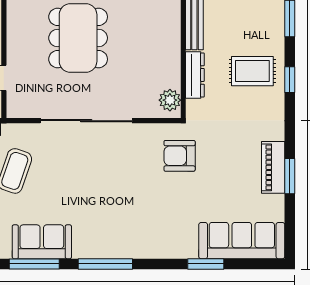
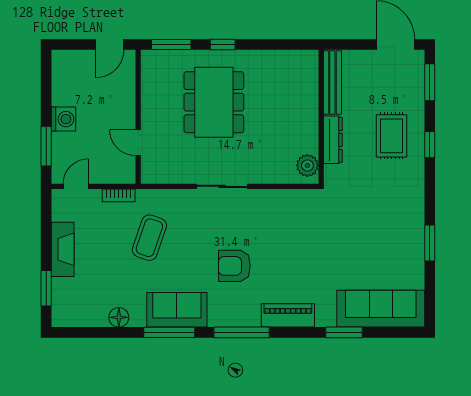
rug: (252, 71) -> (392, 136), turned 90
sliding door: (86, 121) -> (222, 186), width x0.54
armchair: (180, 156) -> (234, 266), moved
piano: (273, 167) -> (288, 315), moved, turned 90

